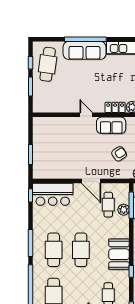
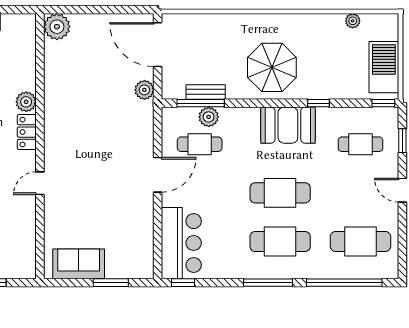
sofa: (111, 125) -> (79, 264), moved, turned -90
armchair: (119, 154) -> (109, 125), removed

